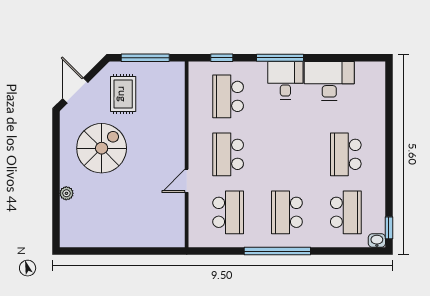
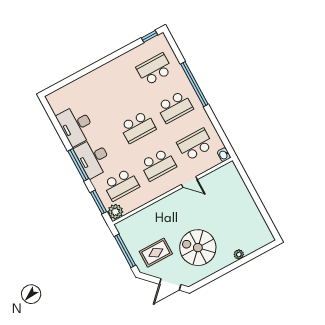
window: (222, 58) -> (98, 202), width x1.50
plant: (199, 72) -> (115, 212), added
desk: (285, 80) -> (93, 158), width x1.37
school desk: (346, 154) -> (138, 127), moved
washbasin: (377, 241) -> (224, 155), moved
window: (277, 251) -> (194, 84), moved

